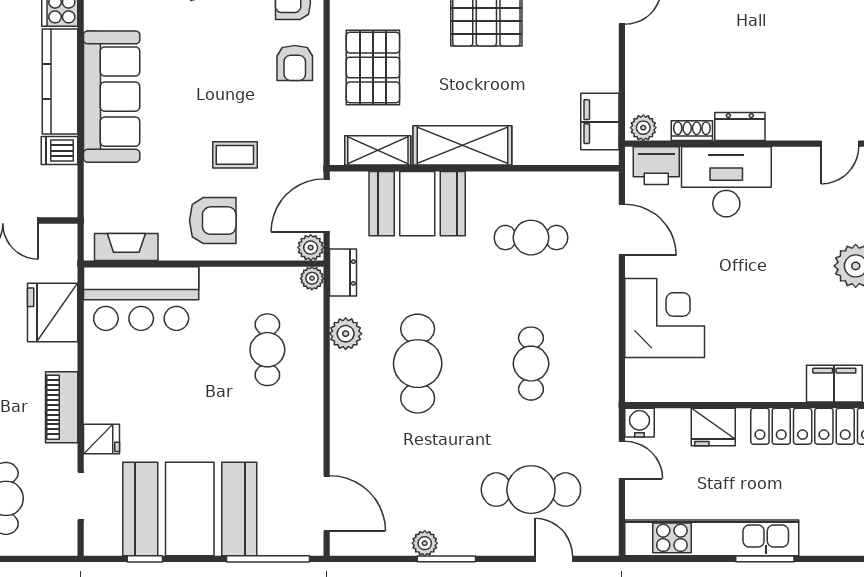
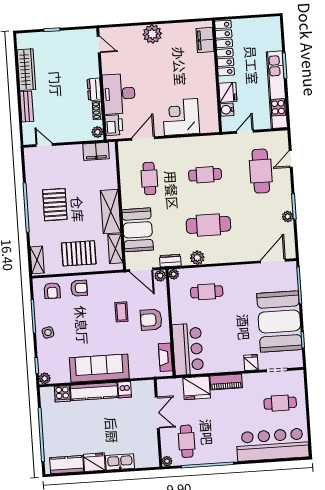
armchair: (213, 221) -> (151, 320), turned -90
piano: (62, 407) -> (226, 382), moved
water cooler: (639, 423) -> (227, 110), moved

